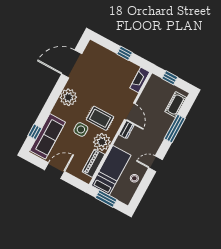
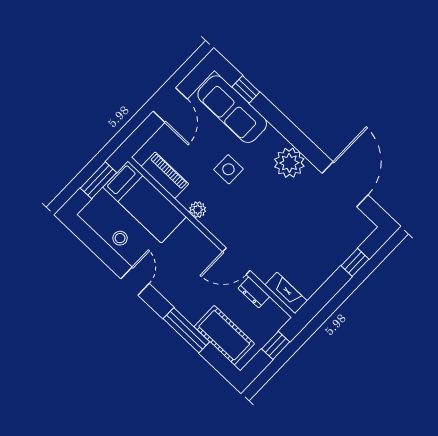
window: (125, 53) -> (355, 262), moved
cot: (176, 105) -> (224, 335), width x1.37, depth x1.34
rug: (100, 118) -> (239, 207), removed
dresser: (127, 130) -> (254, 292), moved
plant: (102, 142) -> (198, 210), width x0.53, depth x0.53

